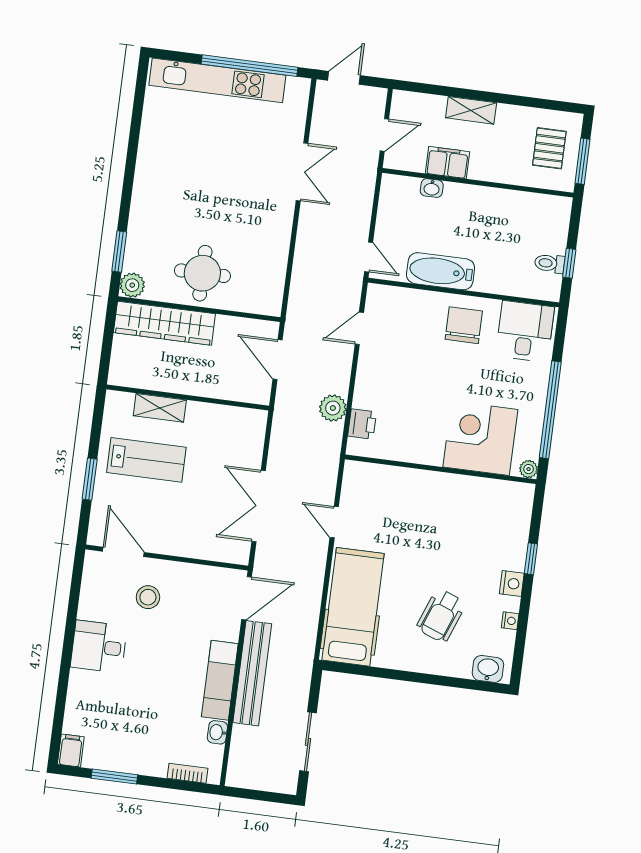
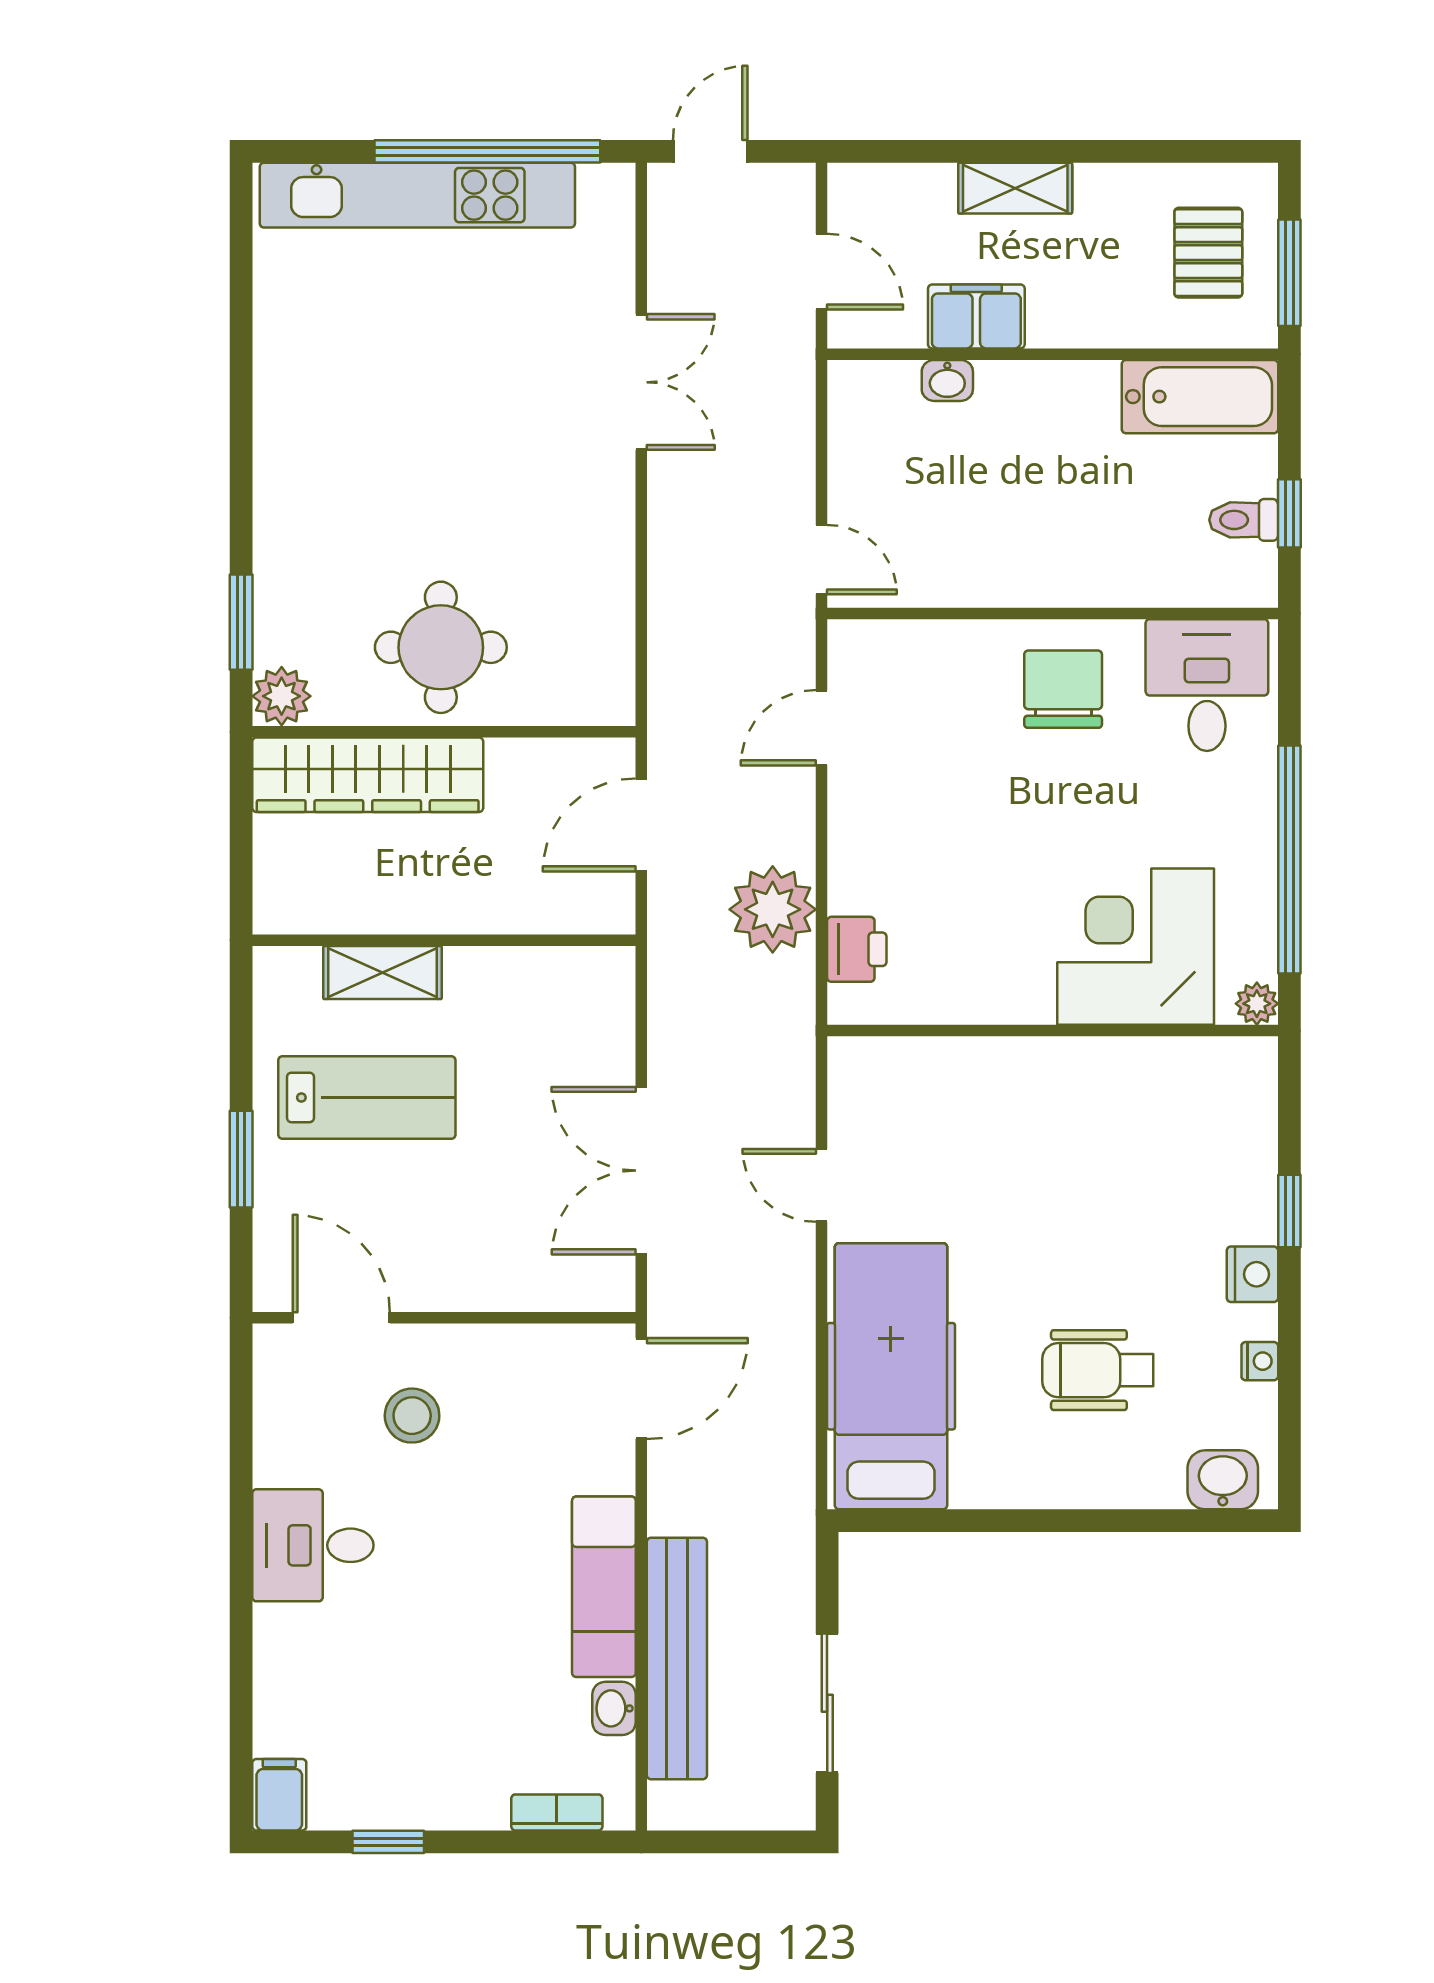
door: (384, 135) -> (822, 272), hinge flipped
bathtub: (441, 271) -> (1200, 397), moved, turned 180
door: (278, 360) -> (641, 825), hinge flipped
plant: (333, 408) -> (773, 909), width x1.36, depth x1.36
wheelchair: (441, 616) -> (1098, 1370), turned 69
bench: (252, 673) -> (677, 1658), moved
window: (114, 776) -> (388, 1842), width x0.67

